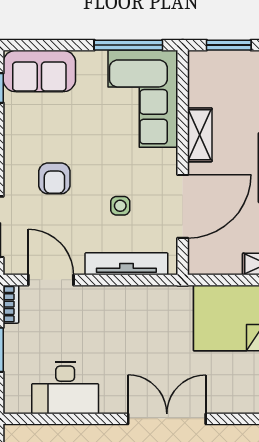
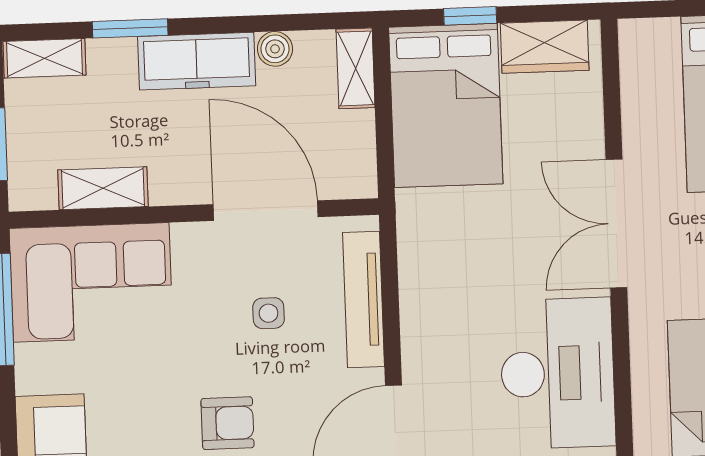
shelving: (200, 135) -> (103, 188), moved
desk: (65, 388) -> (558, 373), width x1.36, depth x1.30

